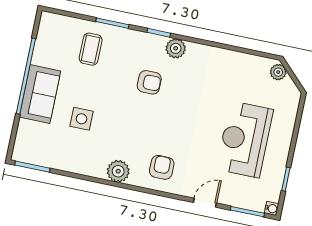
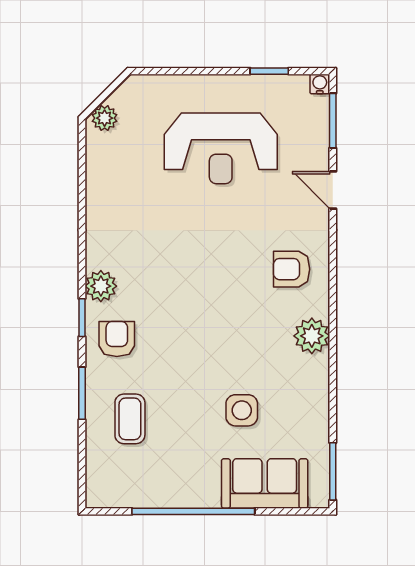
coffee table: (91, 49) -> (130, 419), turned 90
armchair: (149, 82) -> (117, 339), moved
sofa: (40, 94) -> (265, 483), moved

